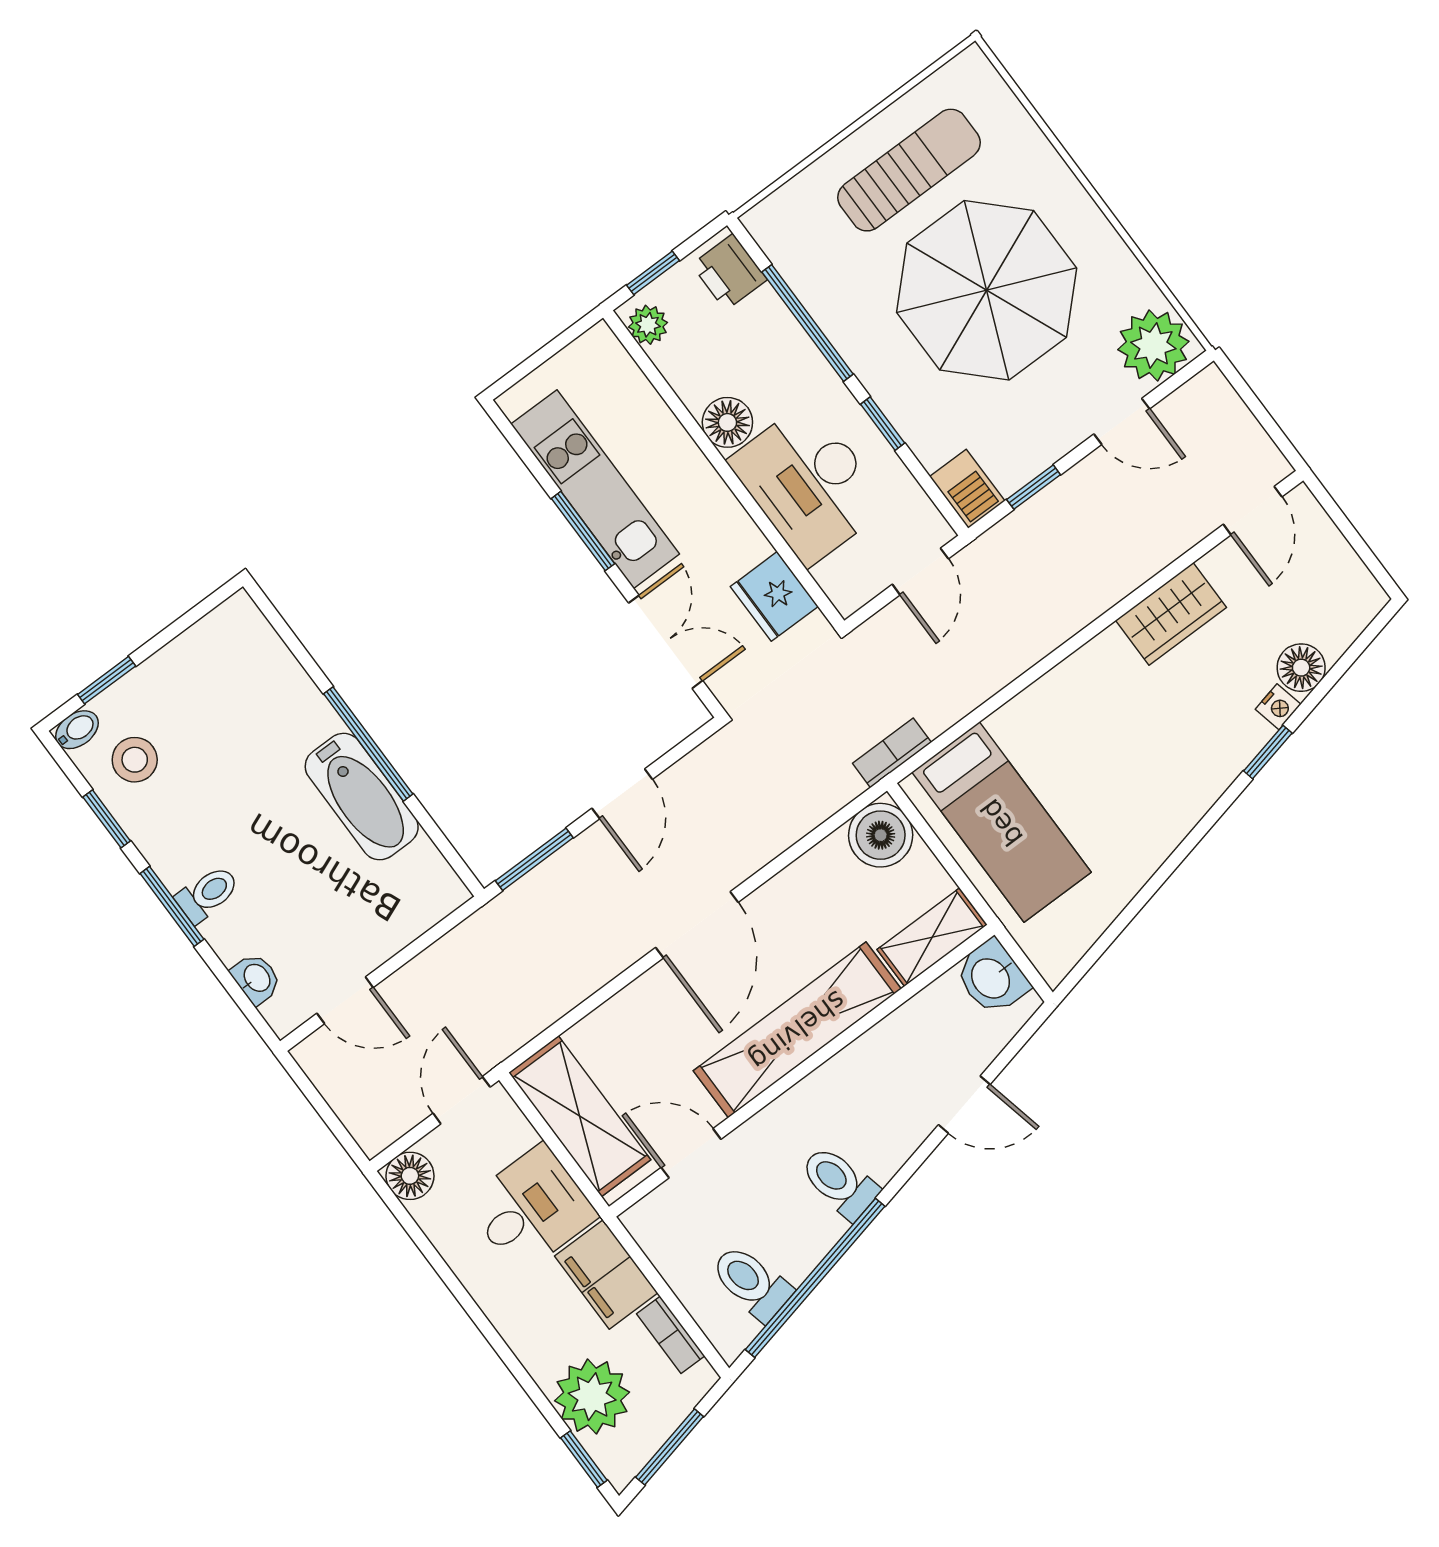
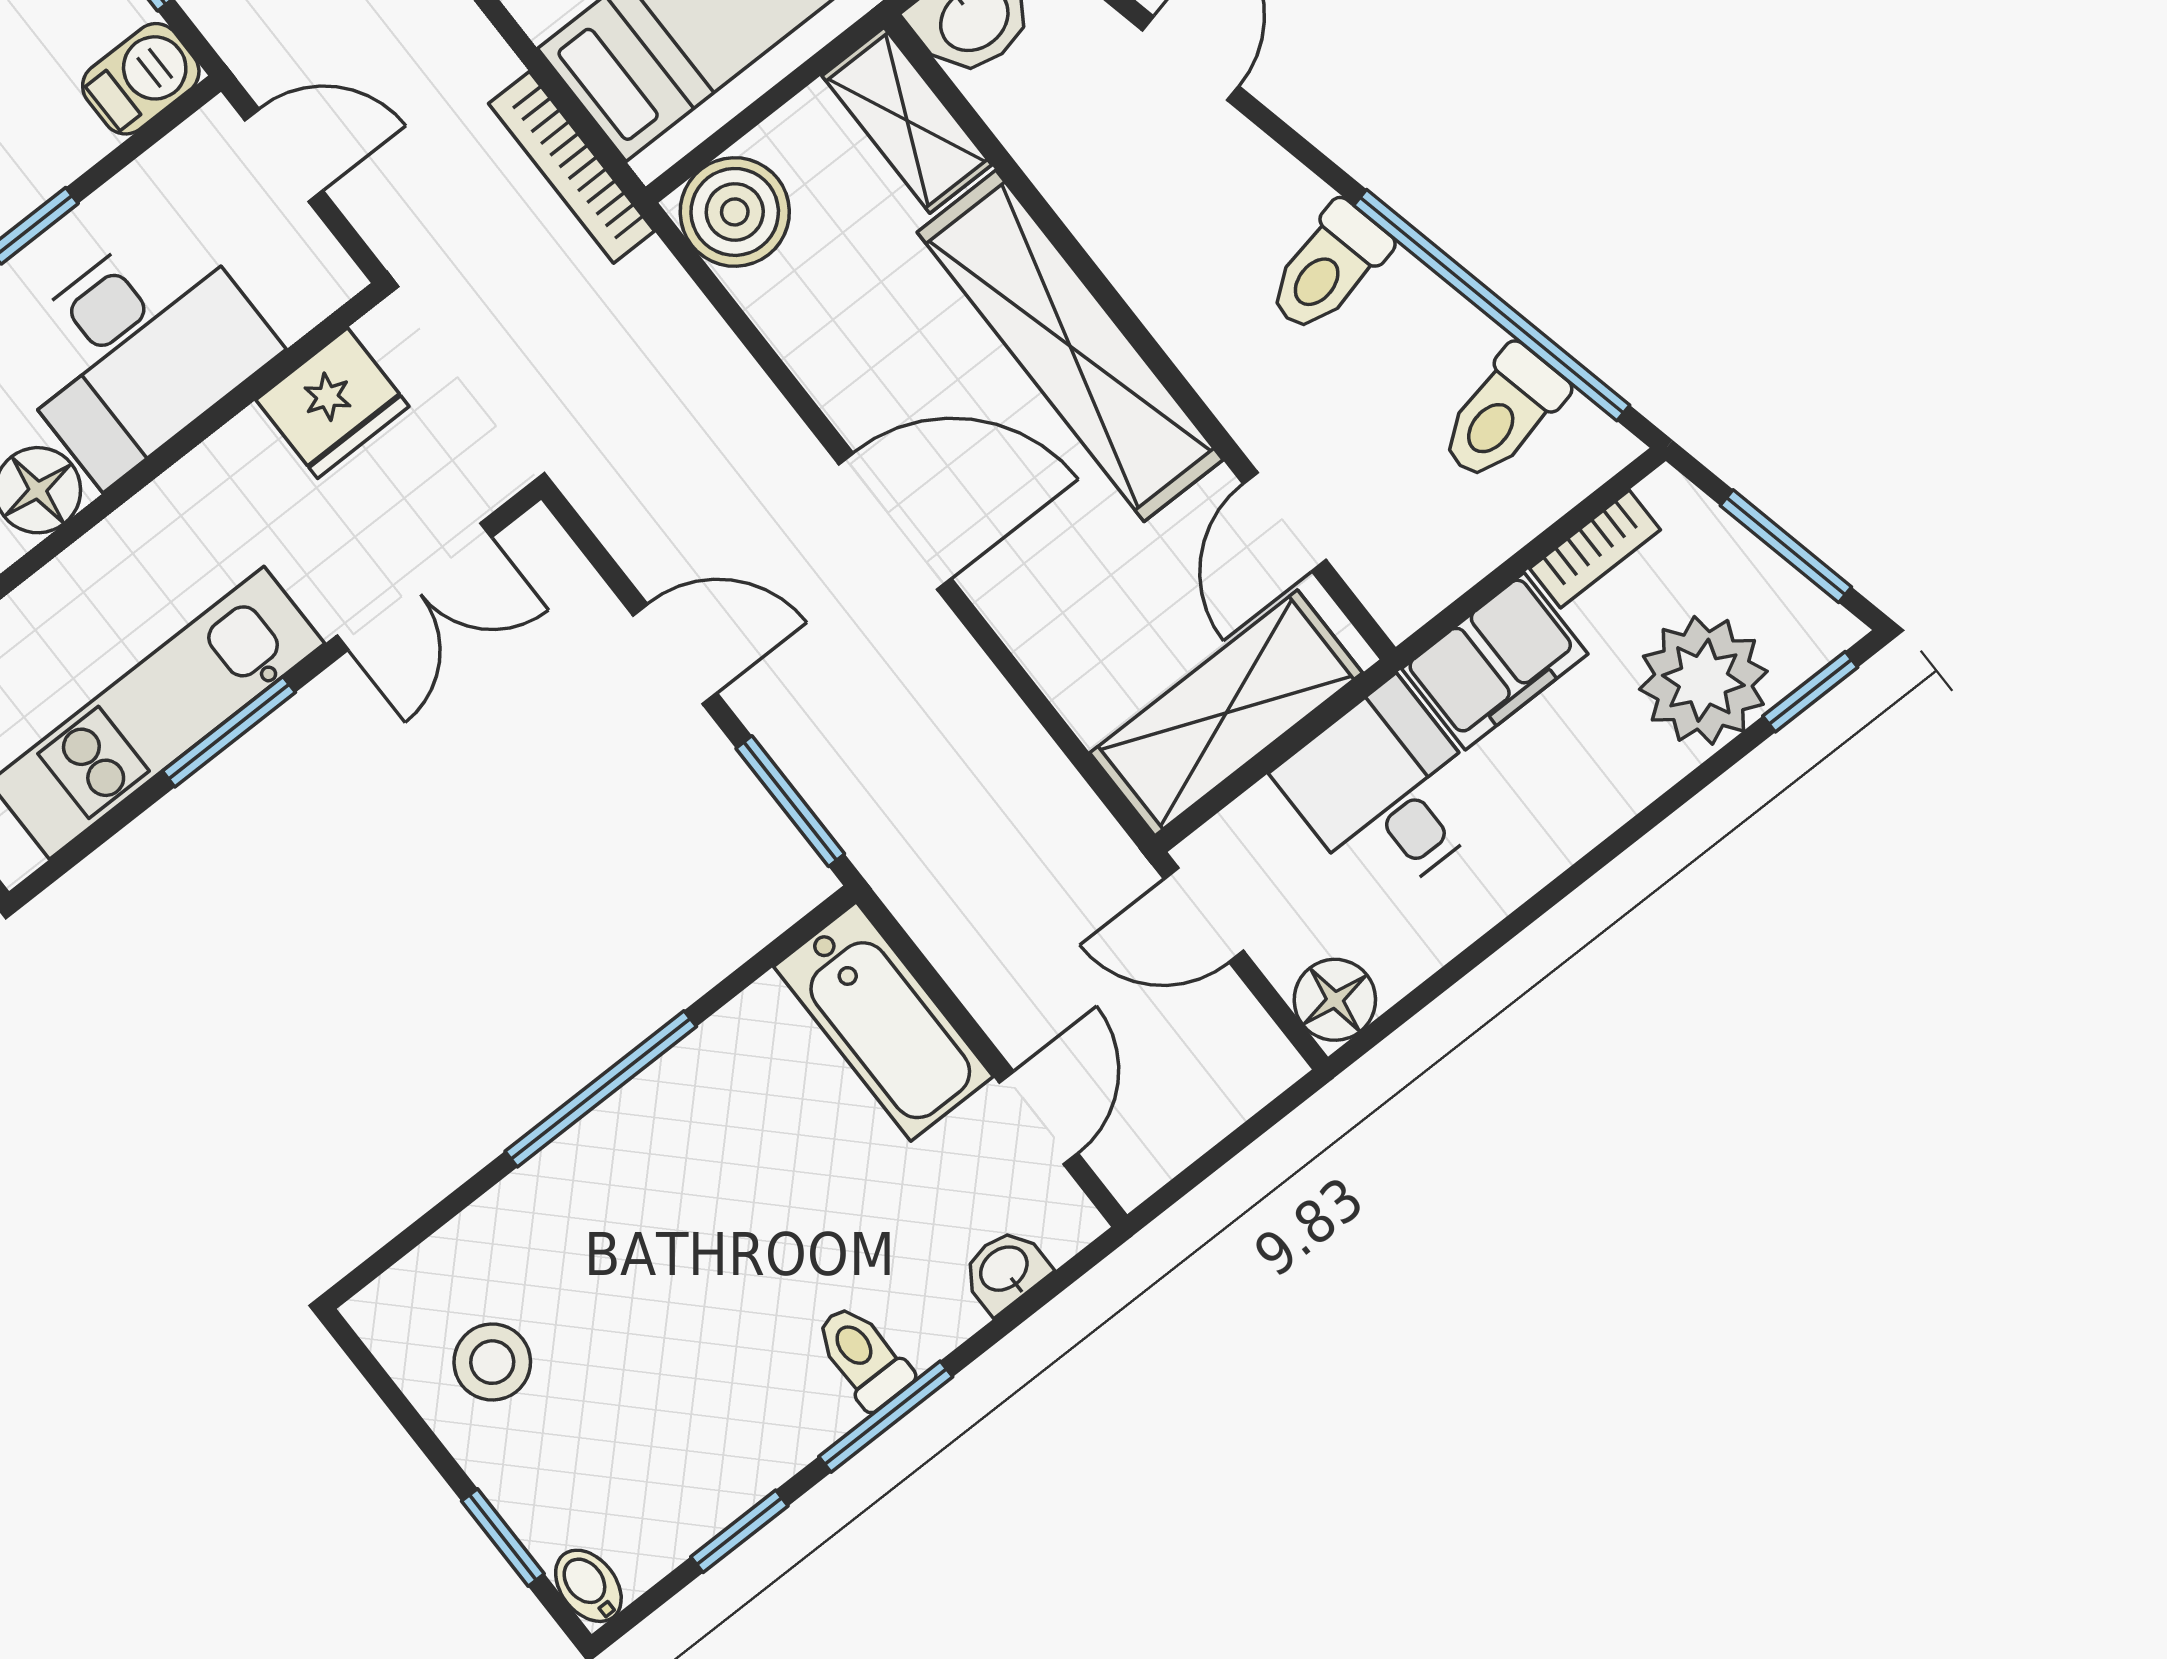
double door: (666, 642) -> (414, 586), swing flipped
bookcase: (892, 753) -> (572, 167), width x1.56
stool: (135, 760) -> (492, 1362), moved
bathtub: (362, 797) -> (883, 1021), moved, turned 90

